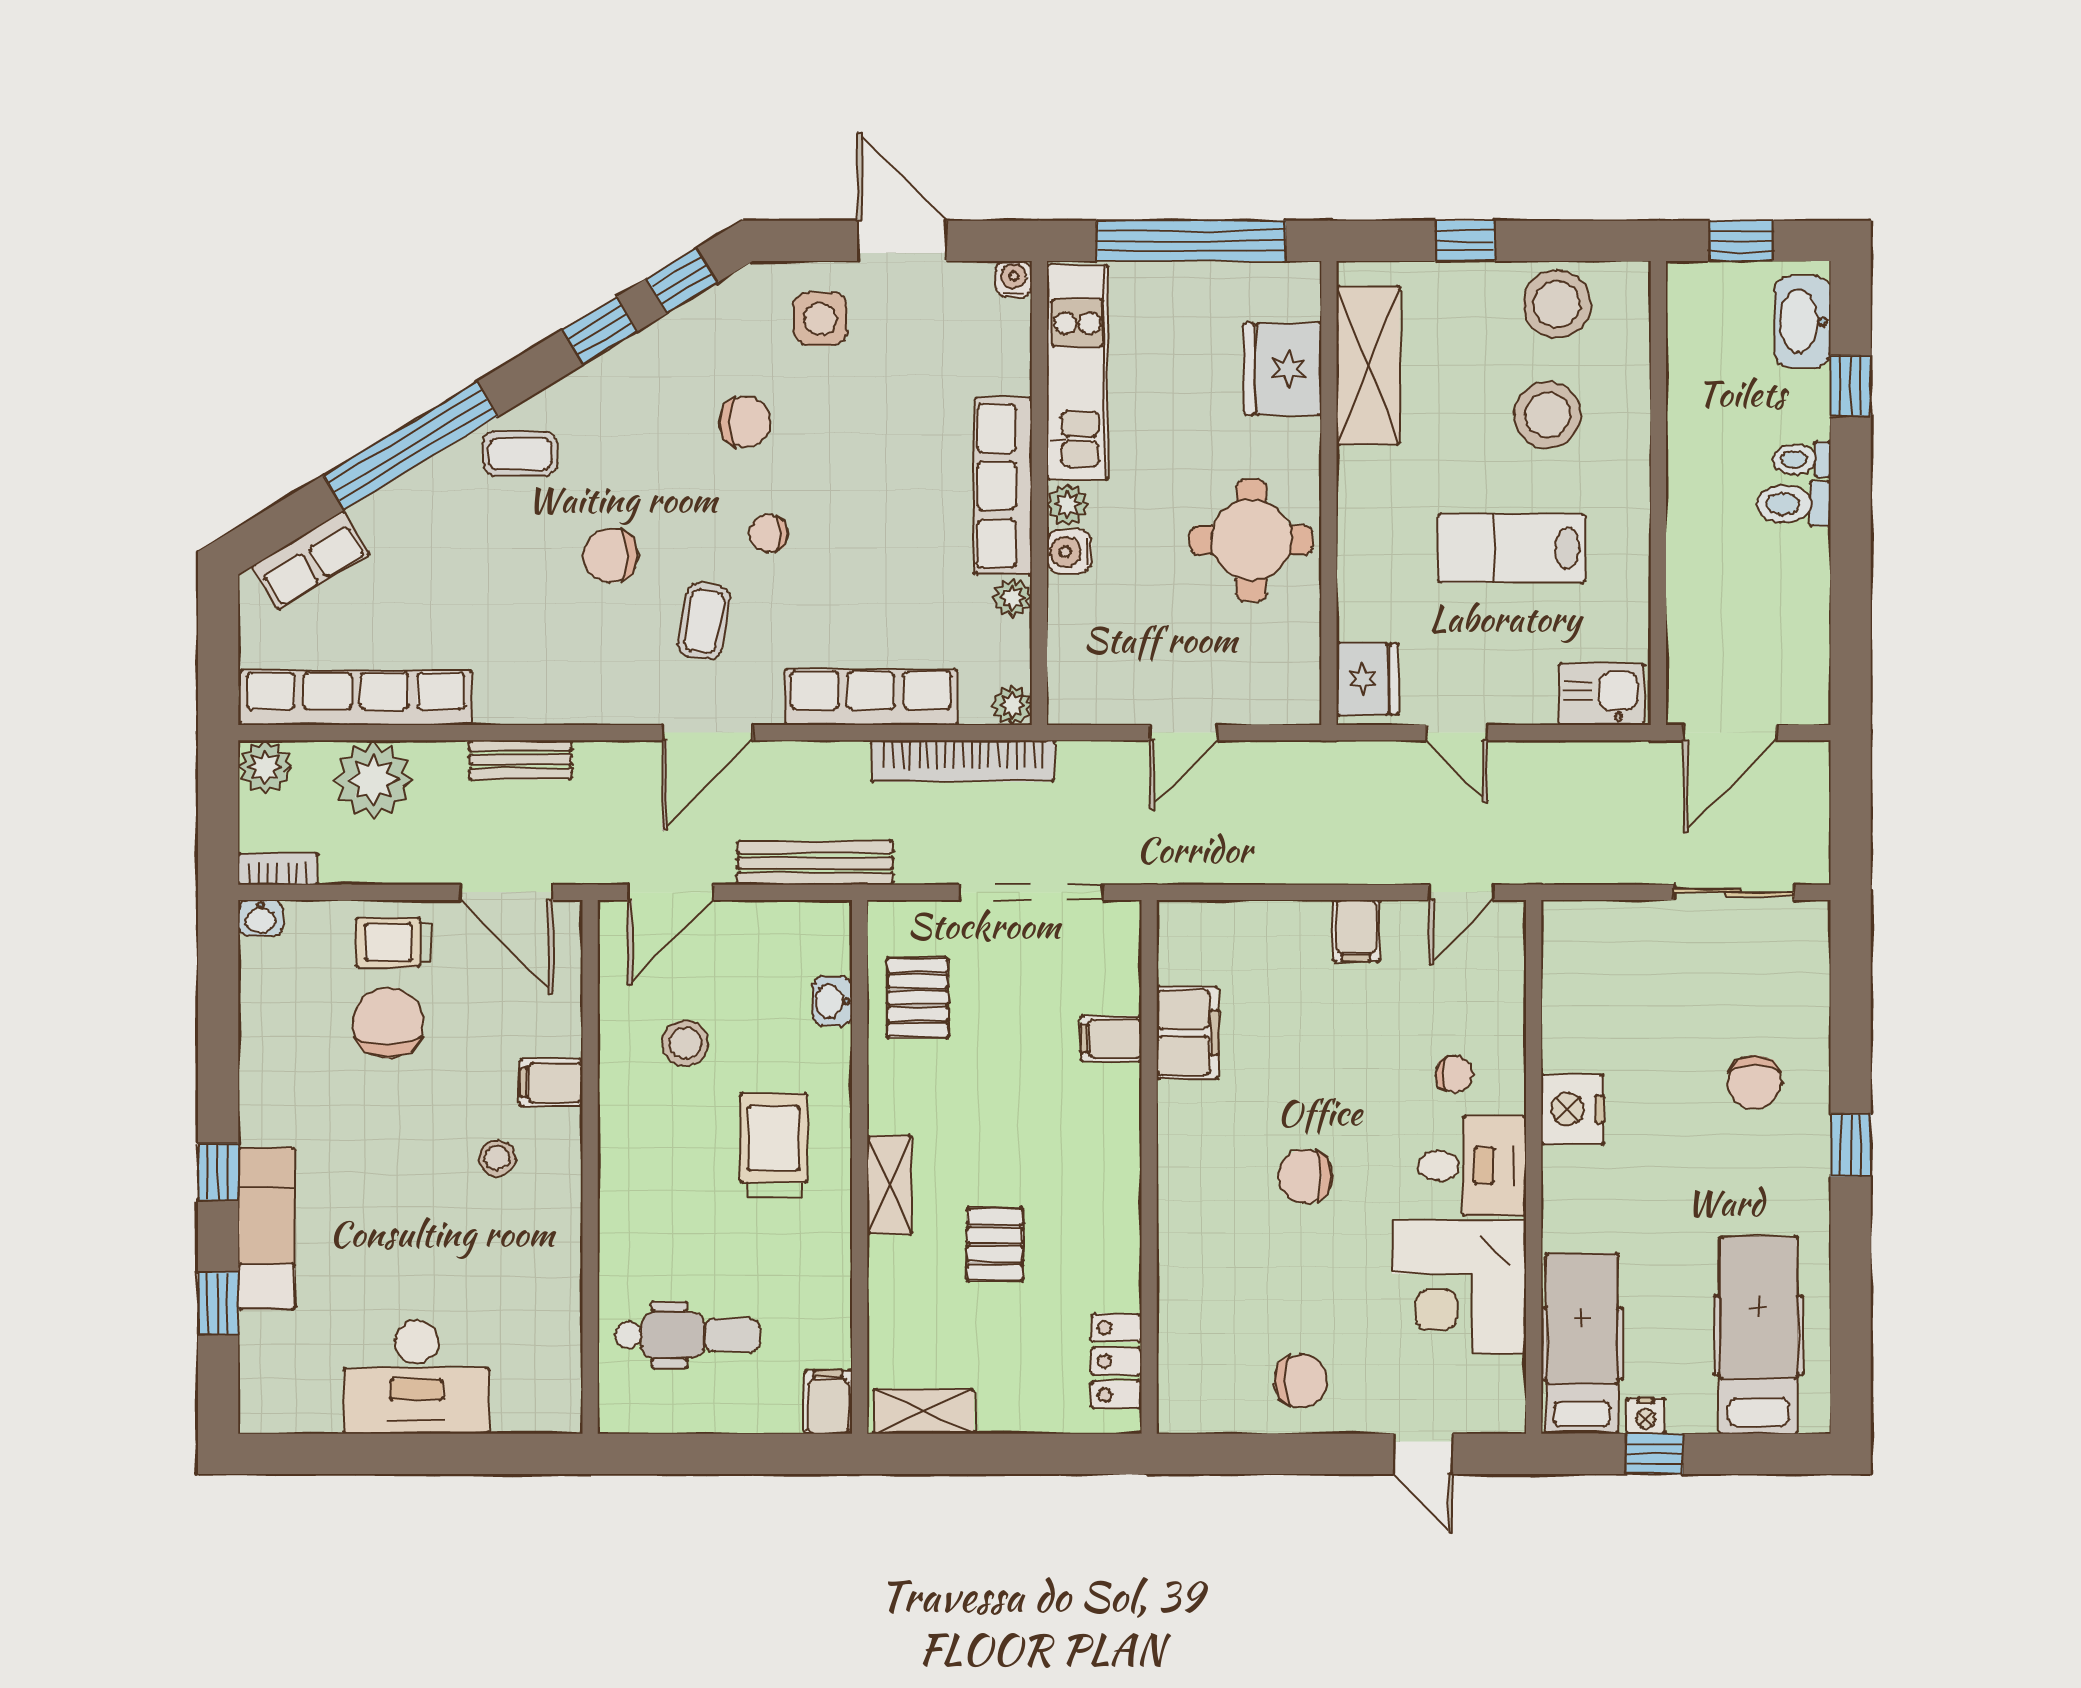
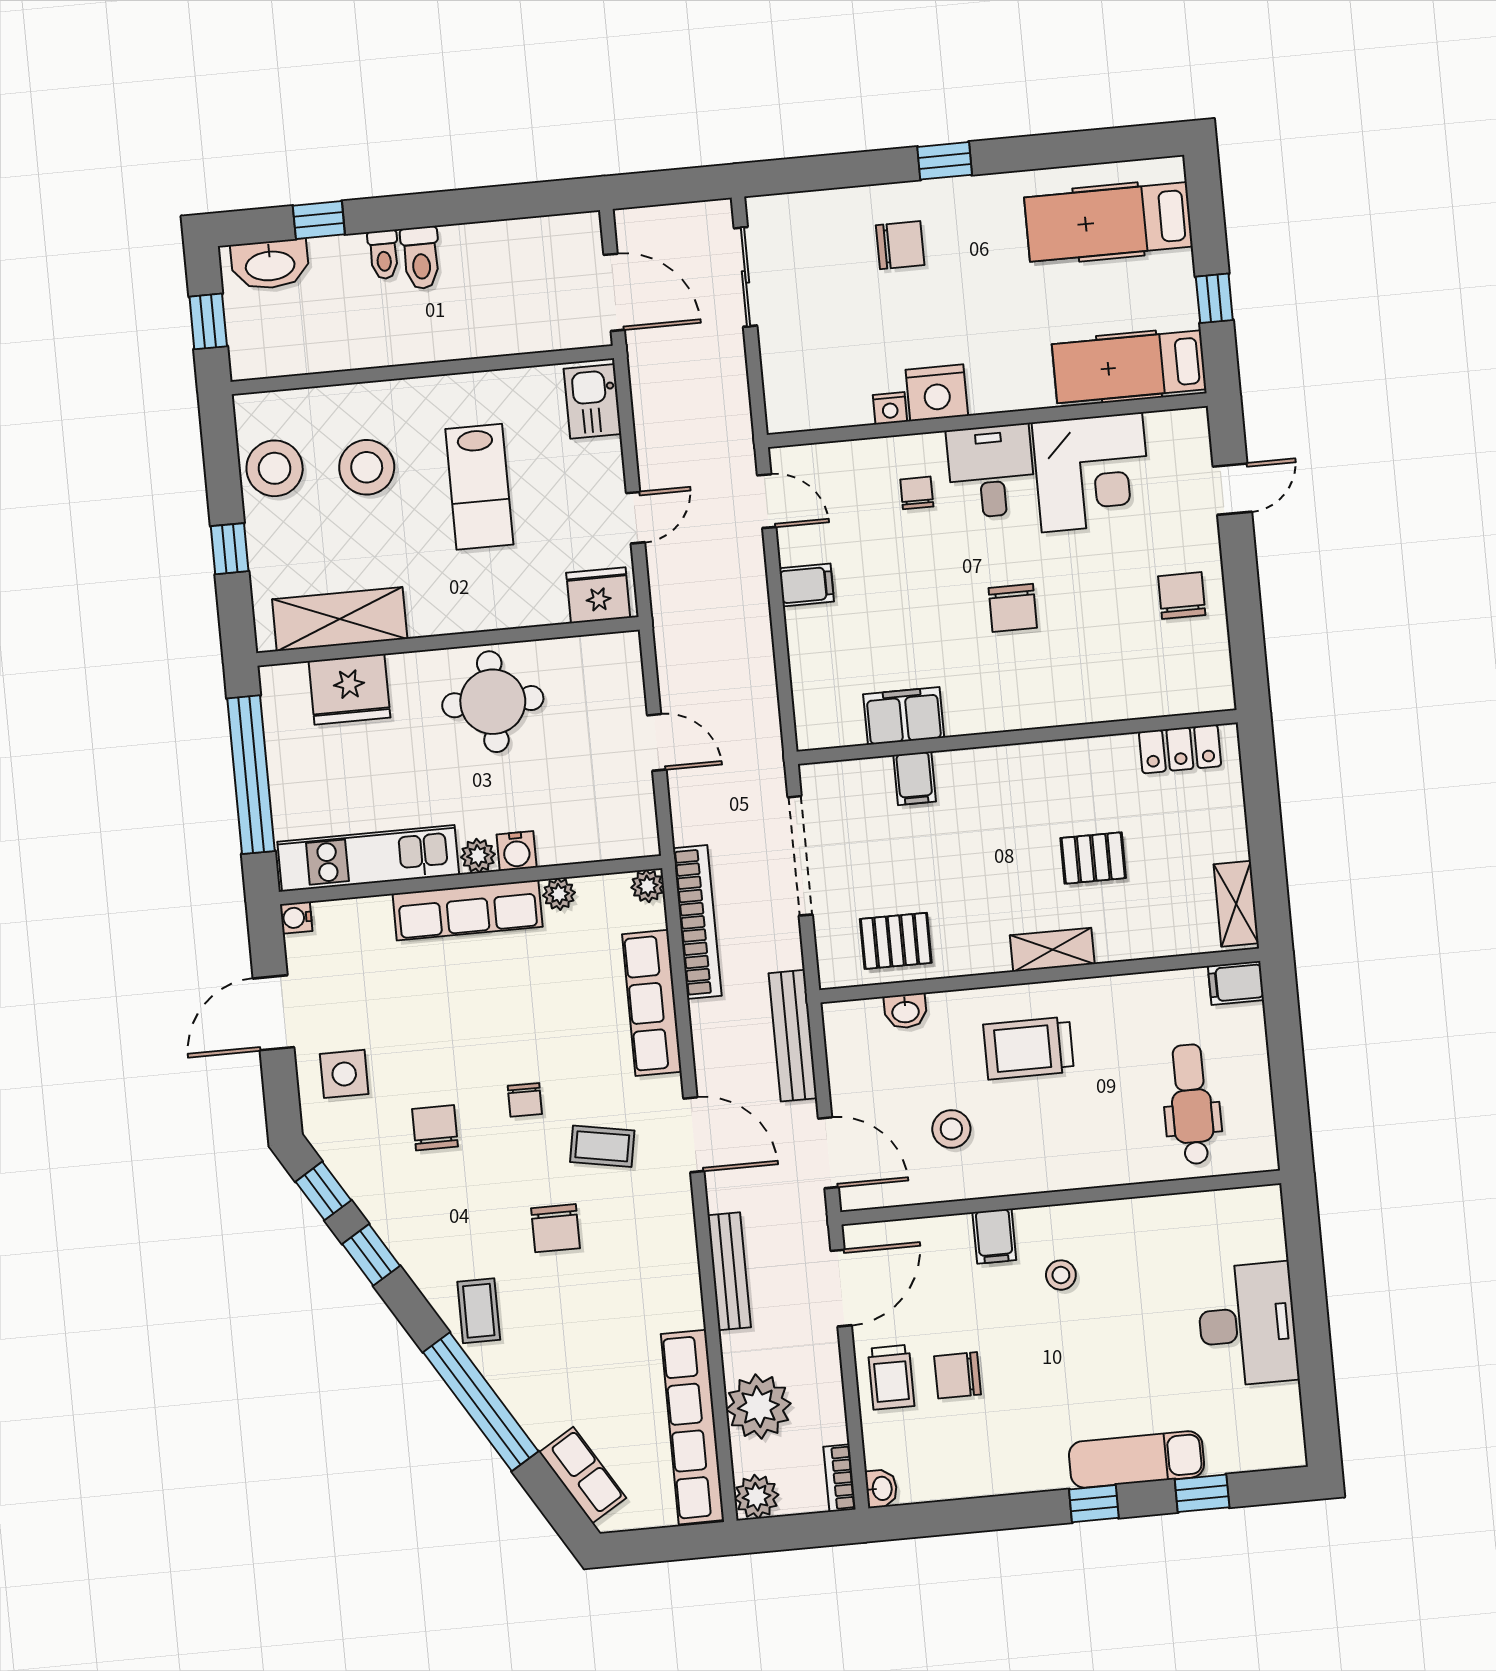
bench: (520, 760) -> (729, 1271), width x1.36
chair: (388, 1023) -> (958, 1375), width x0.73, depth x0.73
nightstand: (1646, 1416) -> (890, 408), moved, turned 90

